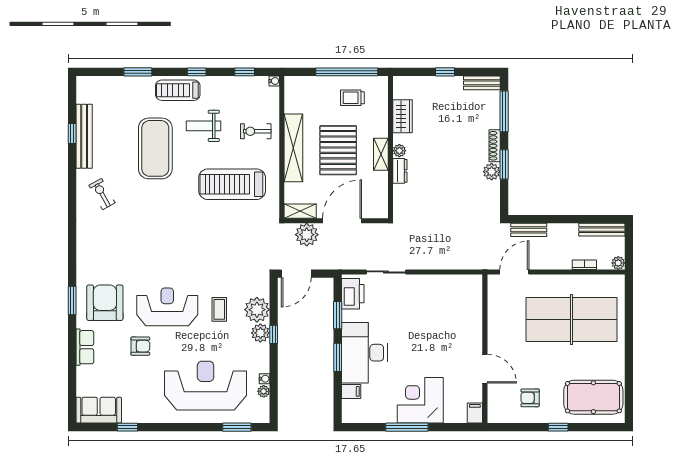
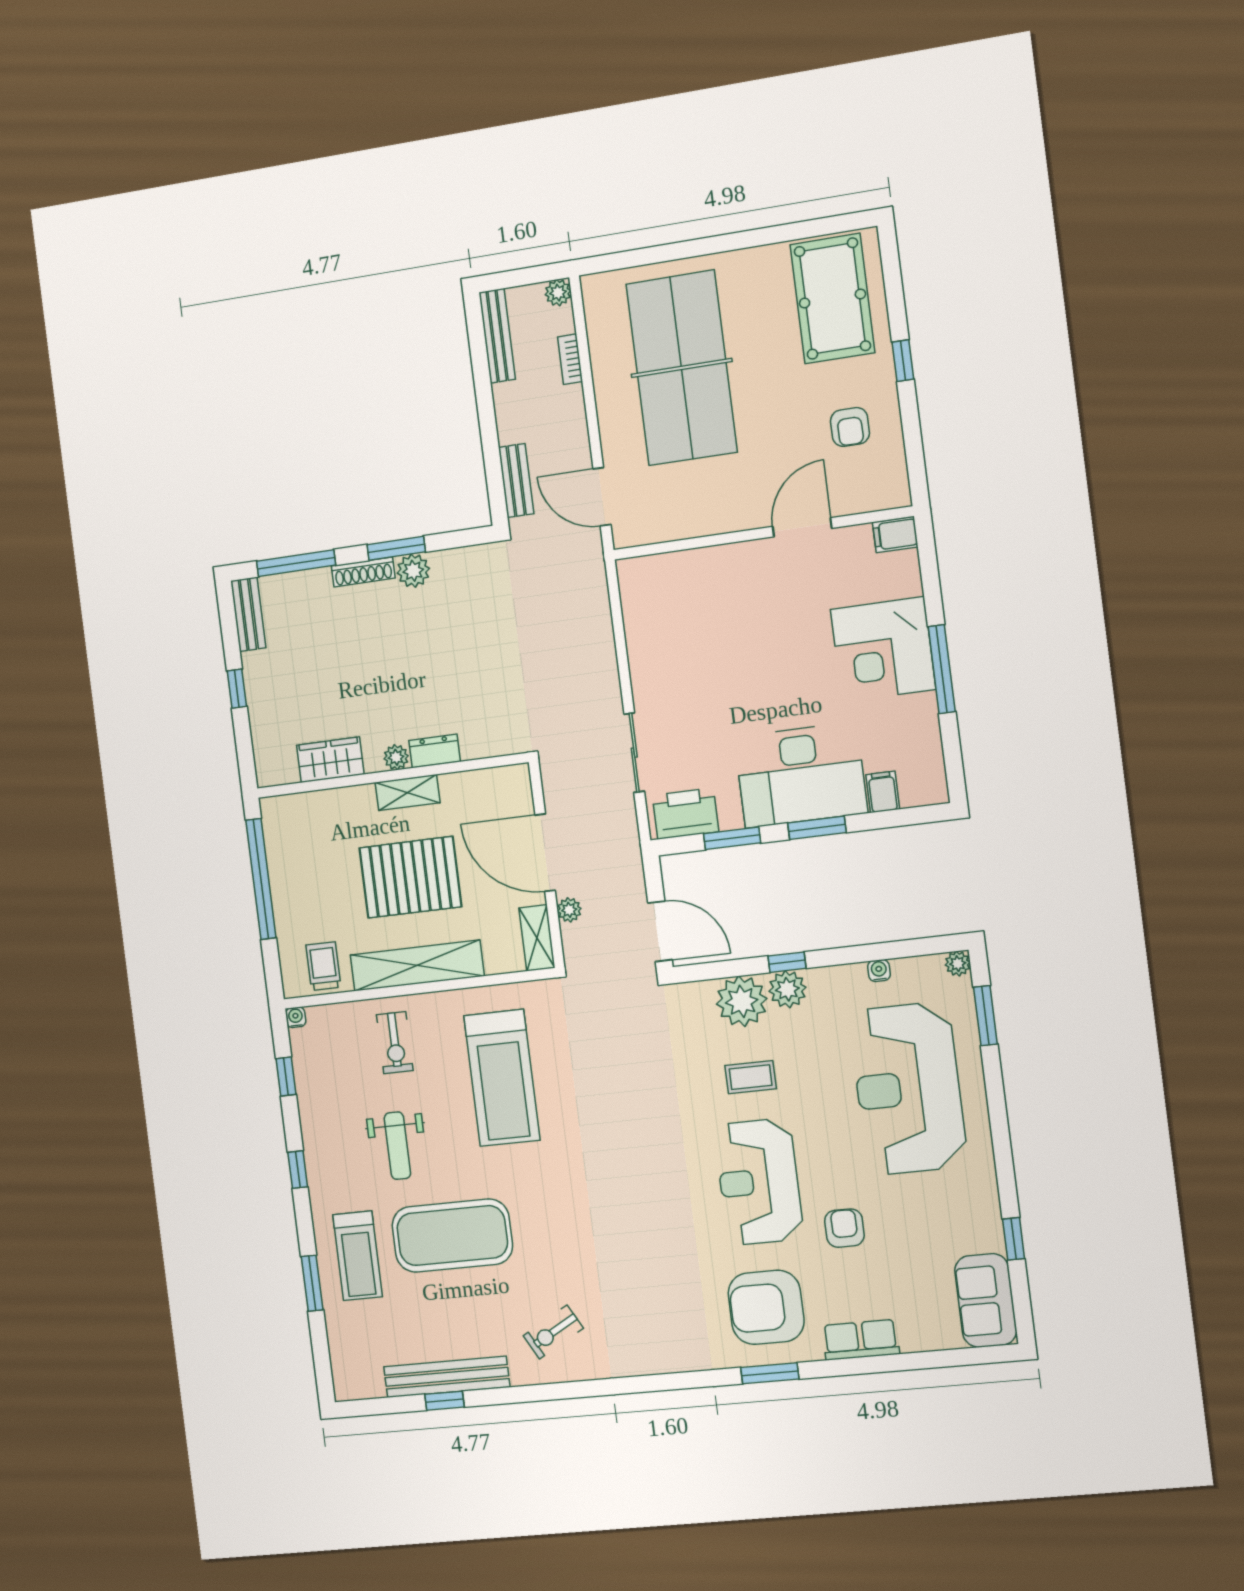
treadmill: (178, 90) -> (358, 1256), moved
trolley: (352, 98) -> (323, 966), moved, turned 180
plant: (307, 235) -> (569, 910), width x0.53, depth x0.53
plant: (264, 391) -> (958, 964), moved

